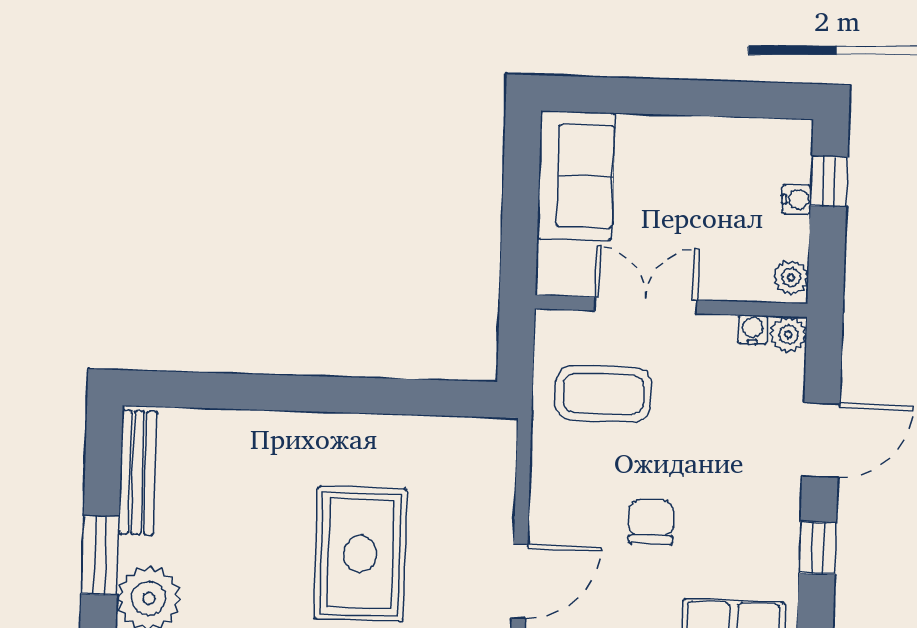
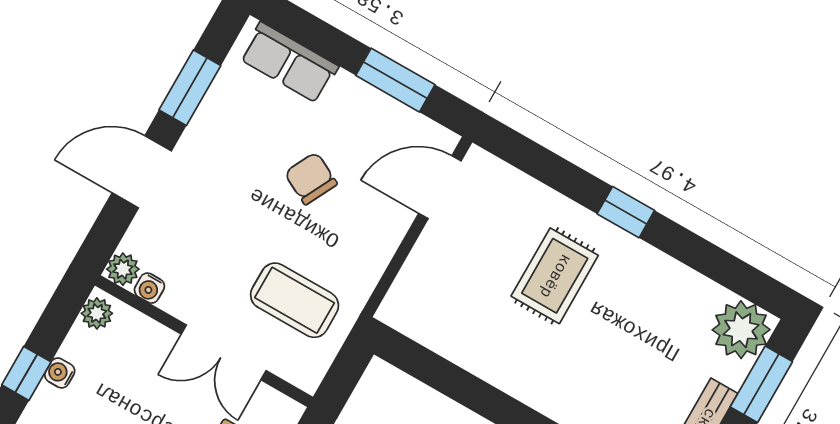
chair: (651, 522) -> (311, 178), turned 117
window: (818, 548) -> (190, 88), width x1.50
rug: (360, 554) -> (555, 276), width x0.73, depth x0.70

